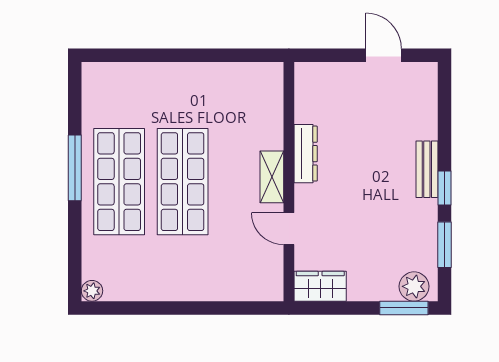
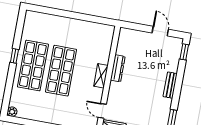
window: (75, 168) -> (14, 56), width x0.46
window: (444, 188) -> (184, 52), moved
door: (289, 229) -> (102, 111), moved

